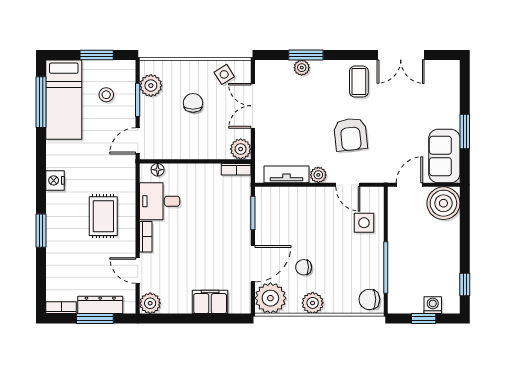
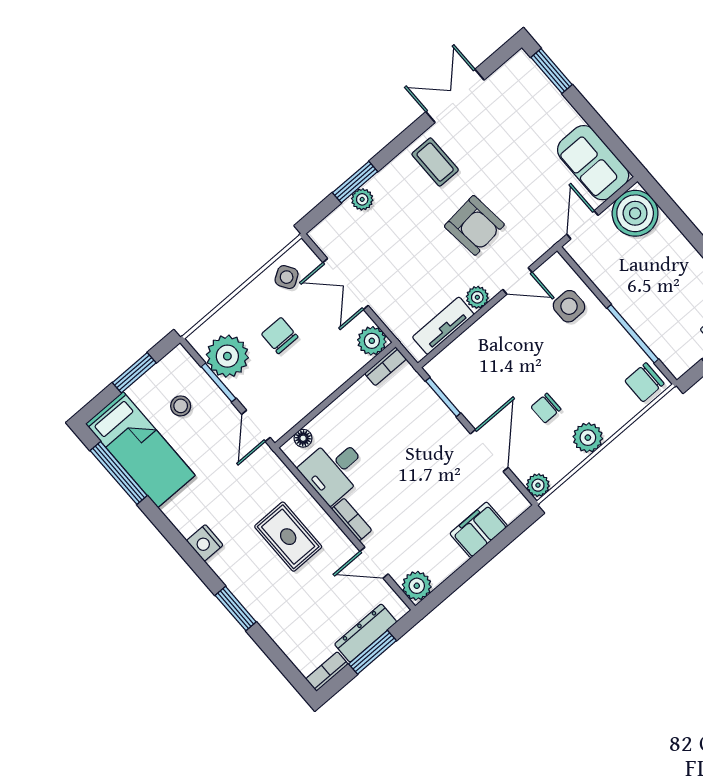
double door: (401, 55) -> (455, 96), swing flipped
plant: (151, 86) -> (227, 356), width x1.36, depth x1.36
window: (465, 131) -> (551, 71), moved
plant: (270, 298) -> (538, 485), width x0.53, depth x0.53

